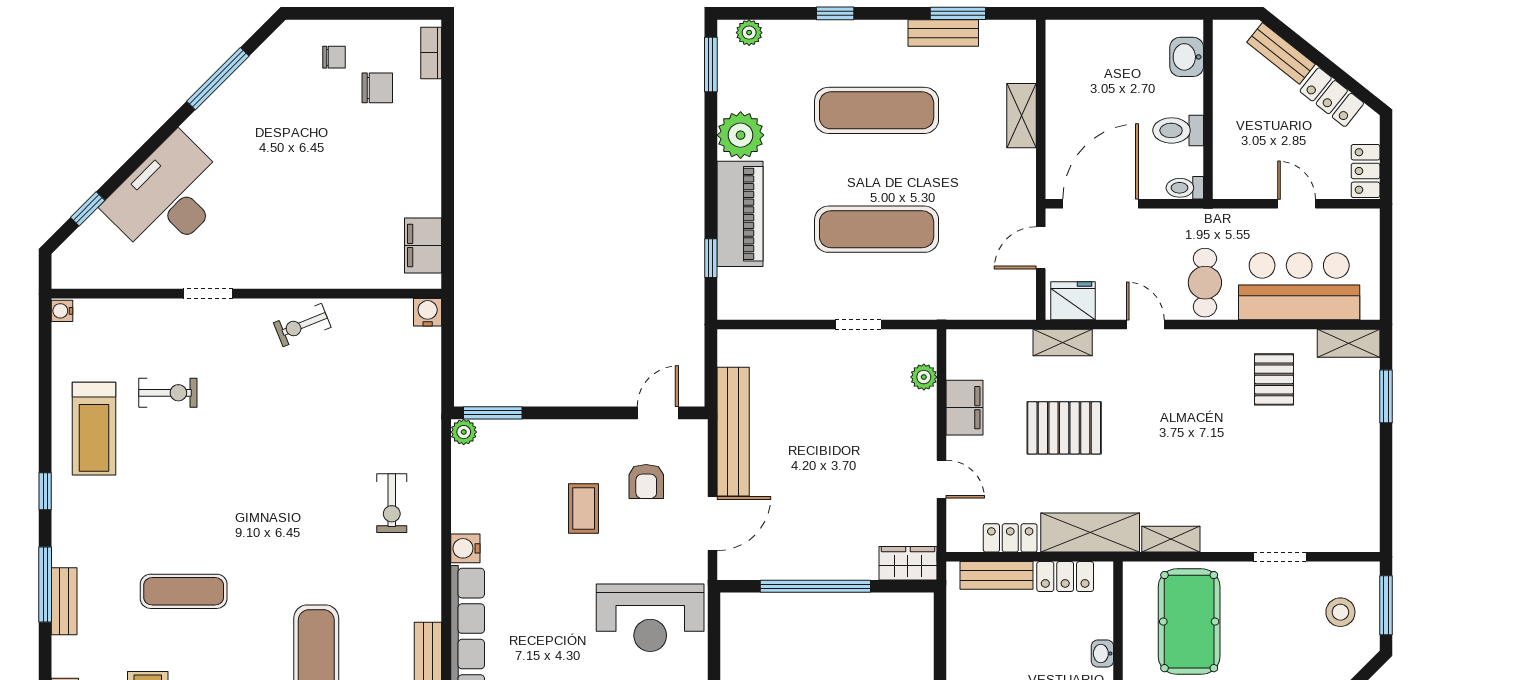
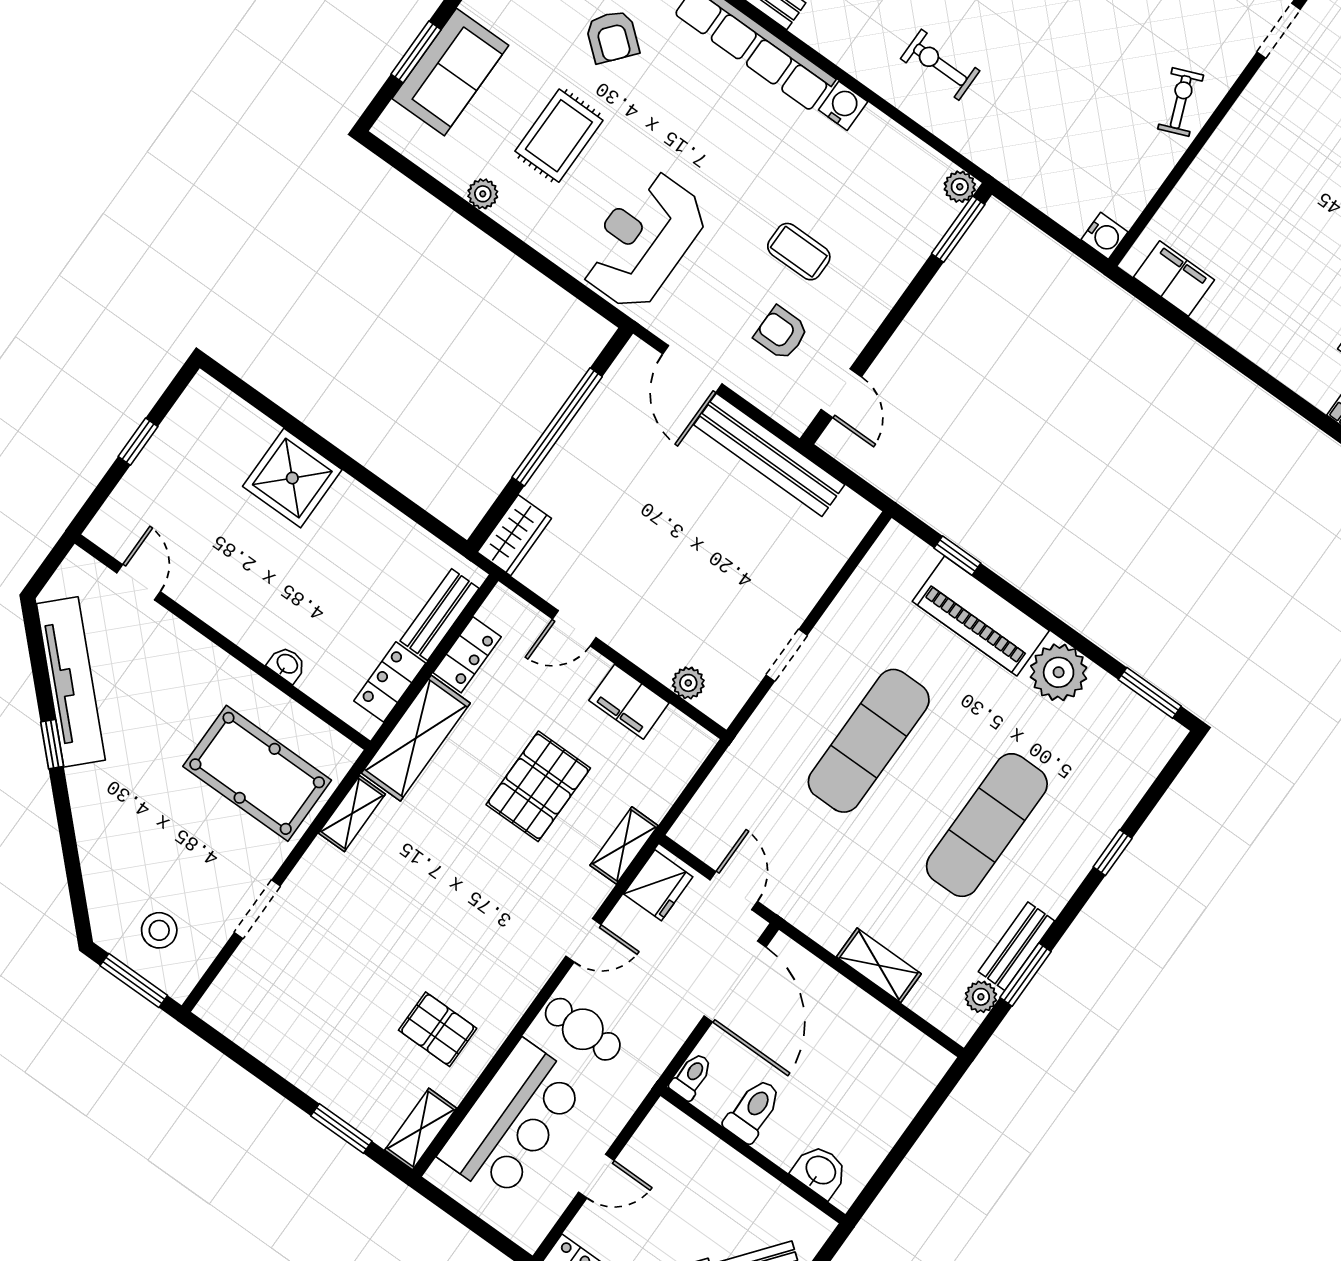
plant: (749, 33) -> (981, 997), moved

